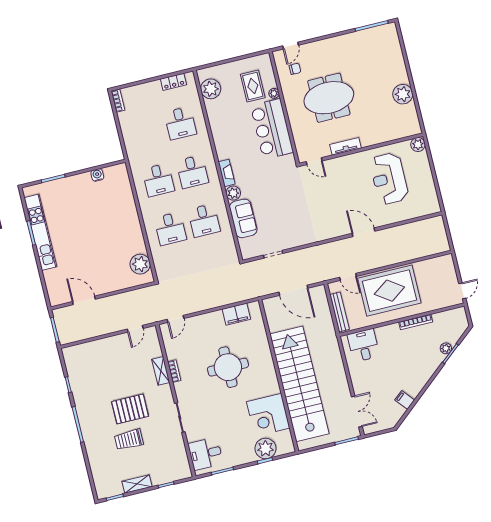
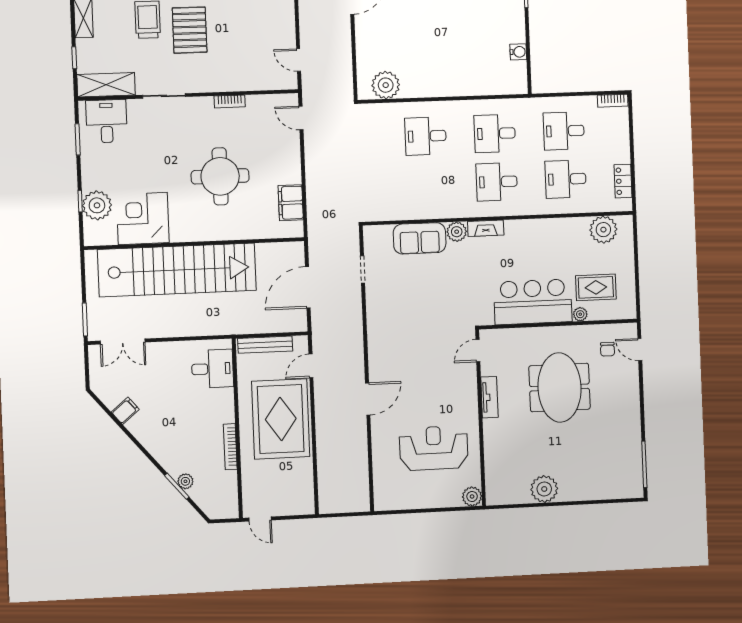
desk: (204, 220) -> (564, 131), moved
shelving: (161, 371) -> (106, 85), moved, width x1.50, depth x1.33

